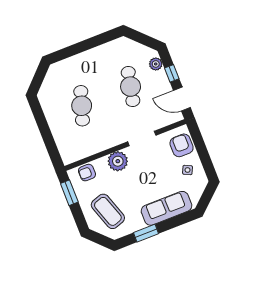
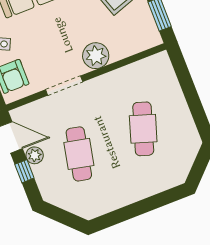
plant: (156, 64) -> (35, 155), moved
armchair: (87, 173) -> (136, 41), removed

